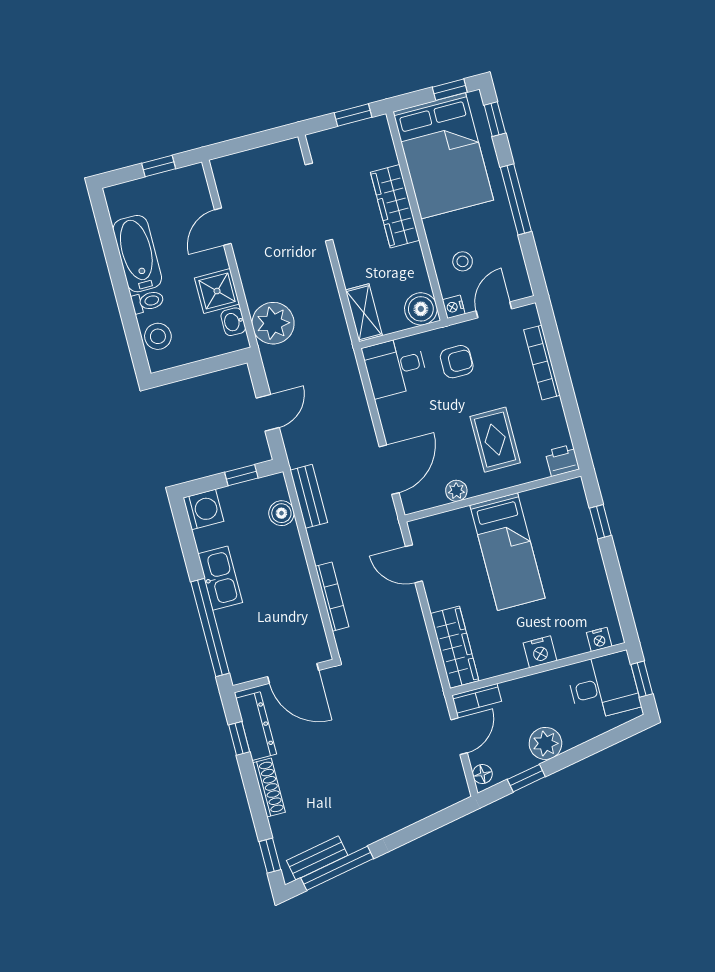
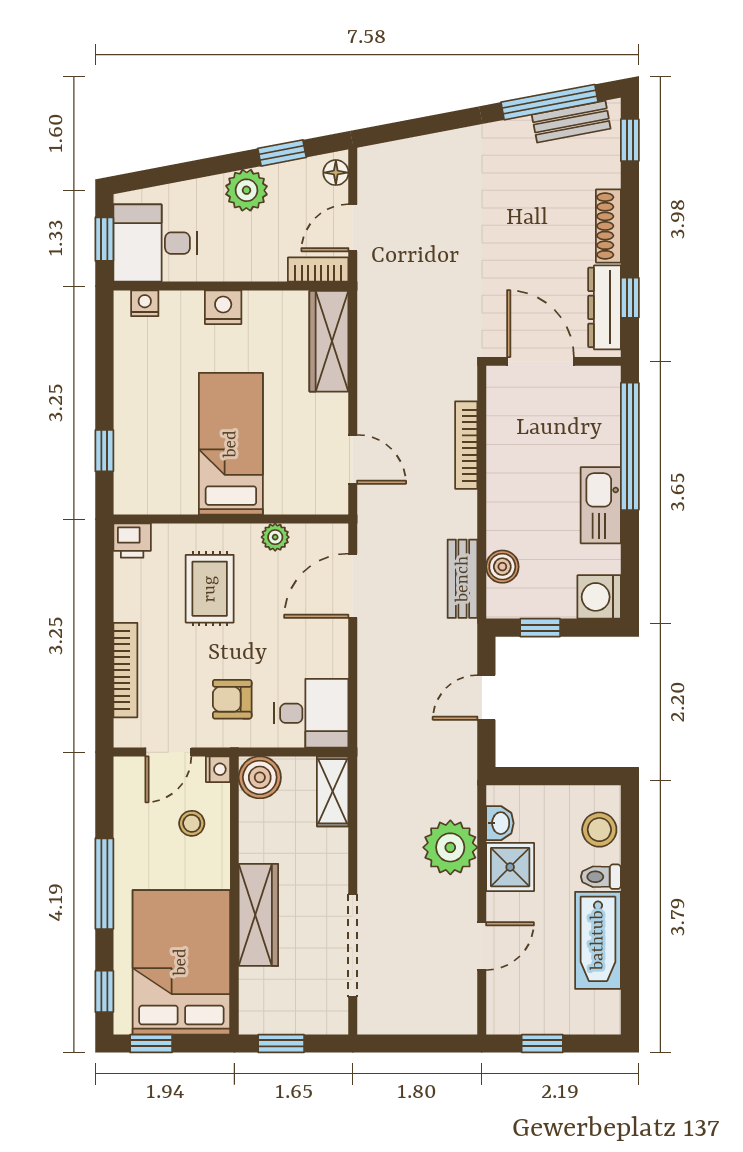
plant: (273, 323) -> (450, 847), moved

